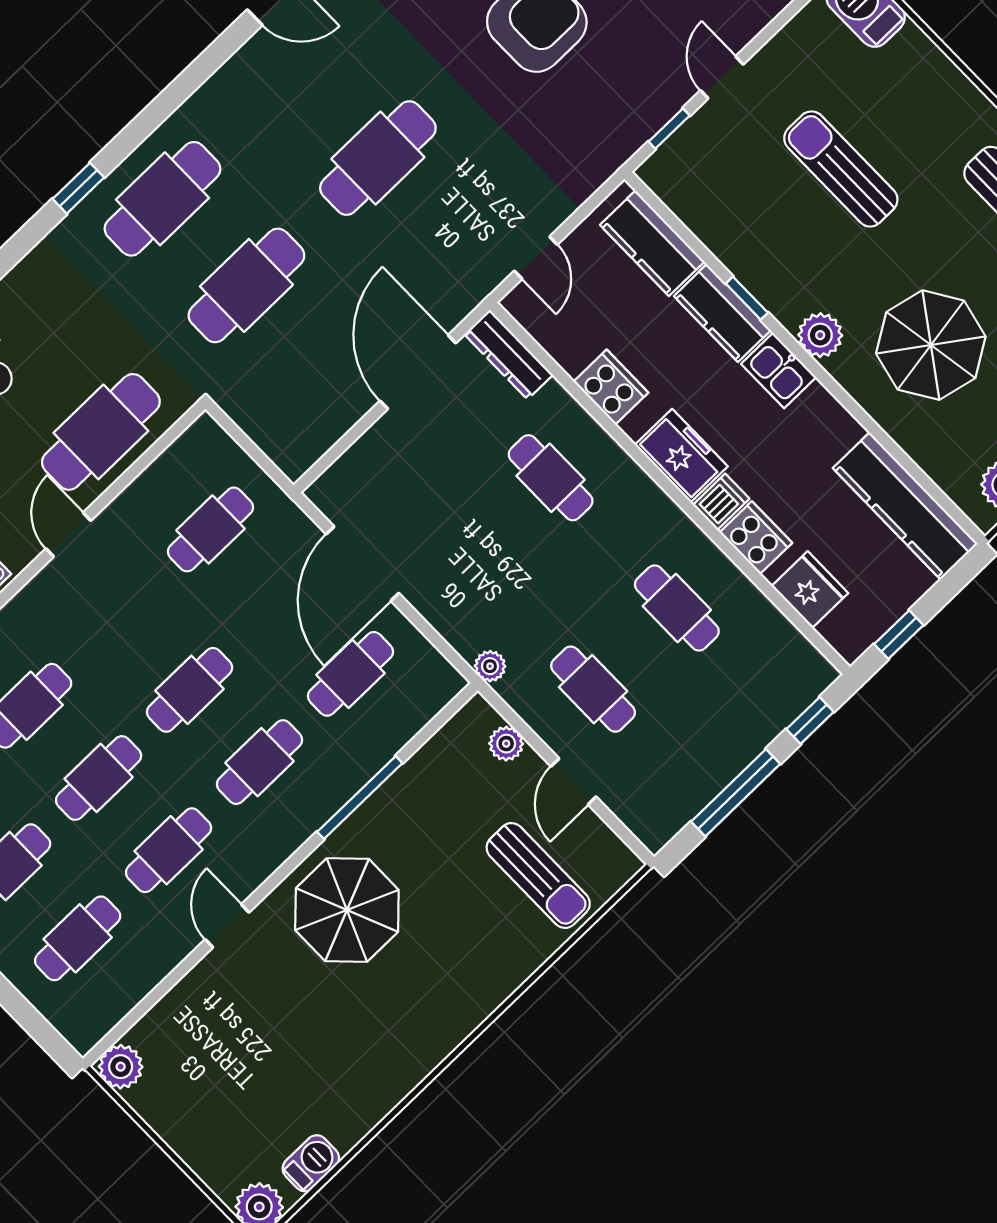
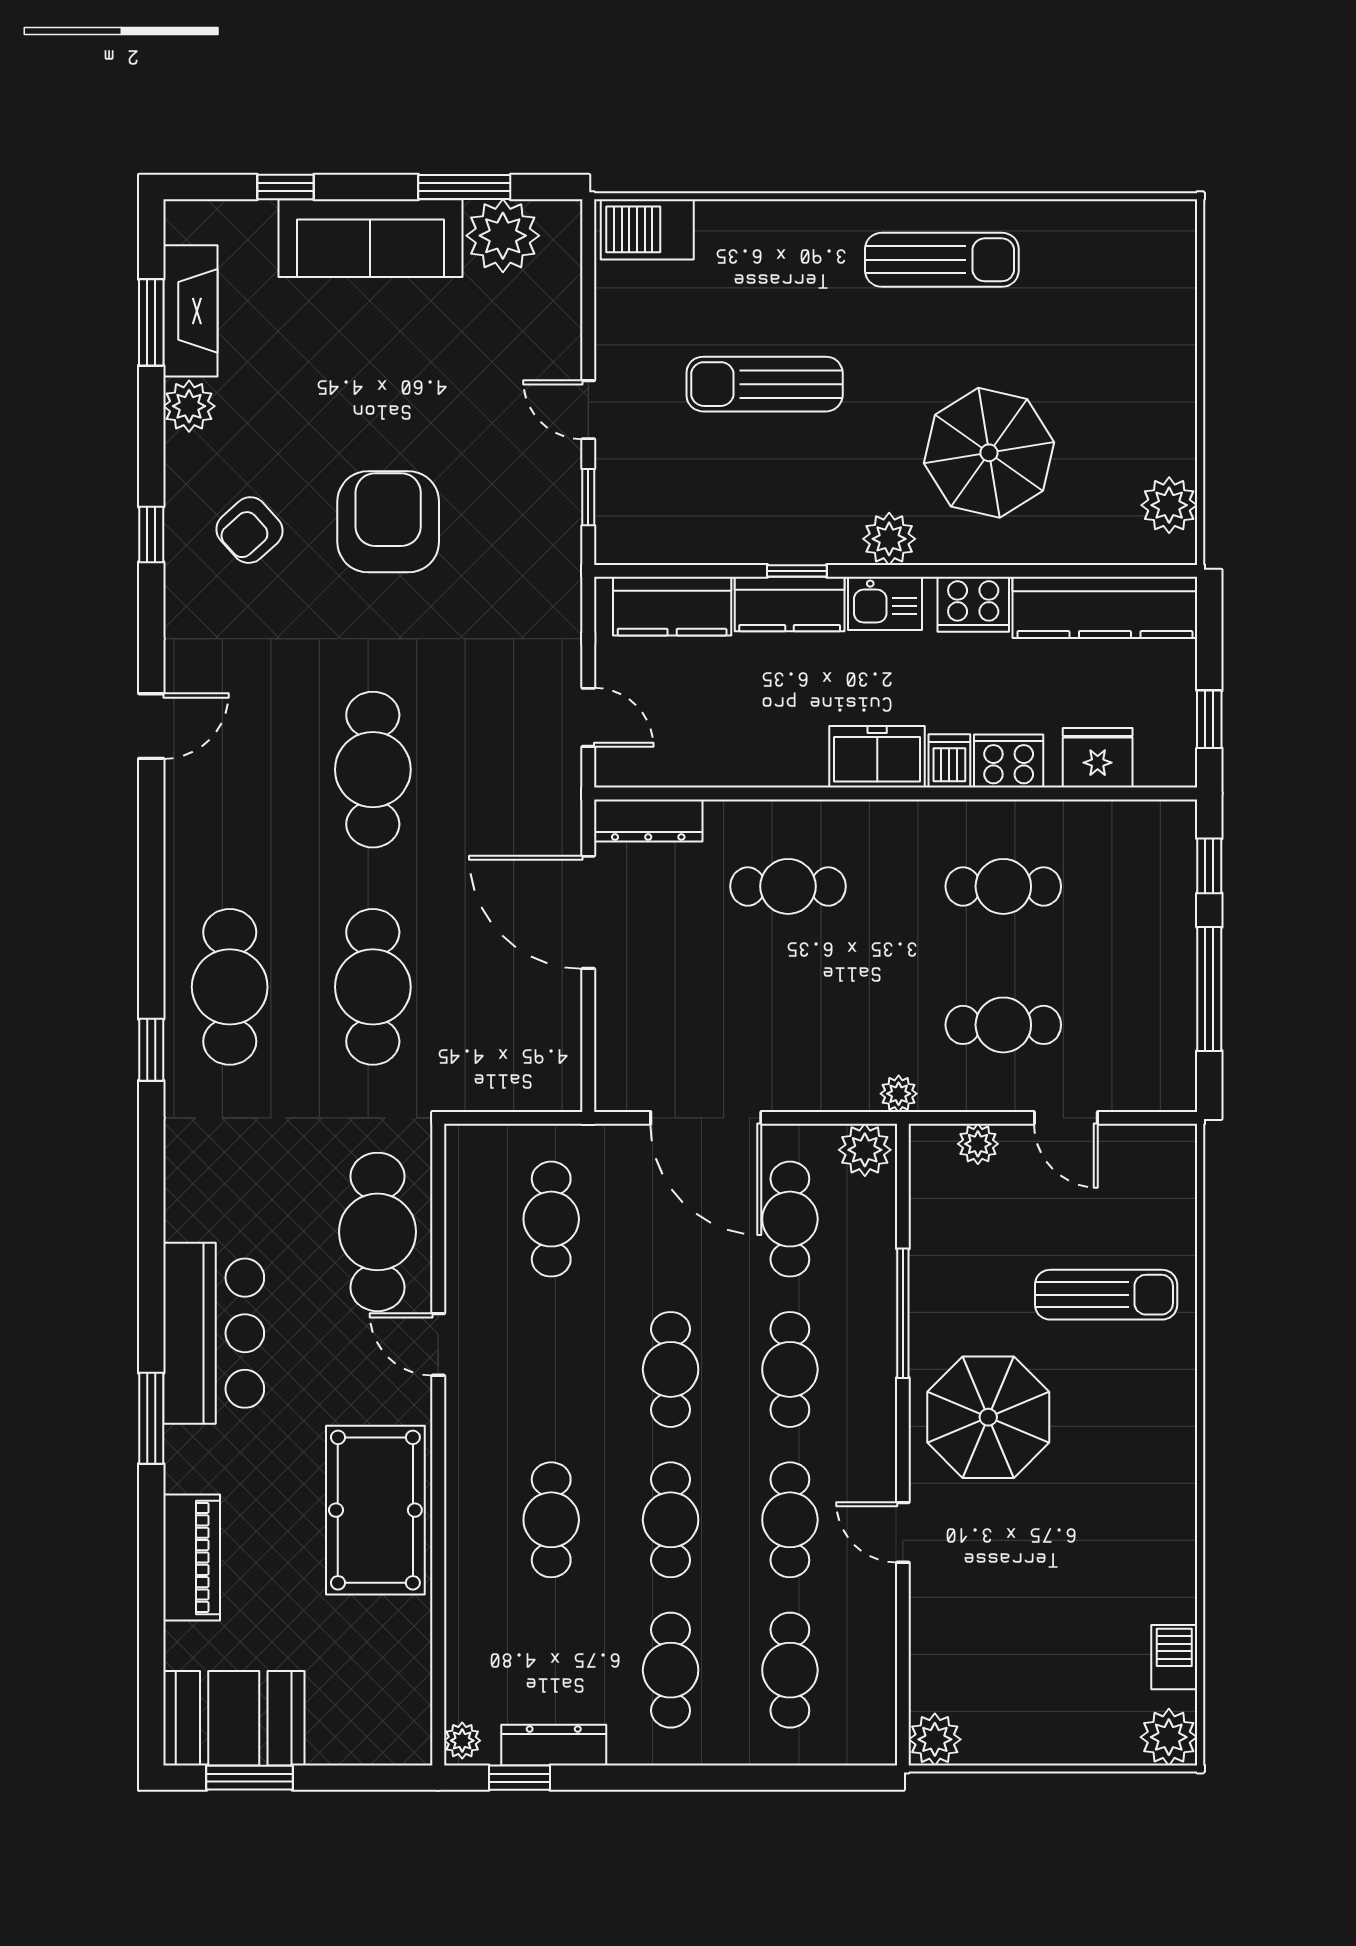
cooker: (611, 387) -> (973, 604), moved, turned 180
plant: (436, 679) -> (865, 1150), added
sun lounger: (538, 876) -> (1106, 1295), moved

